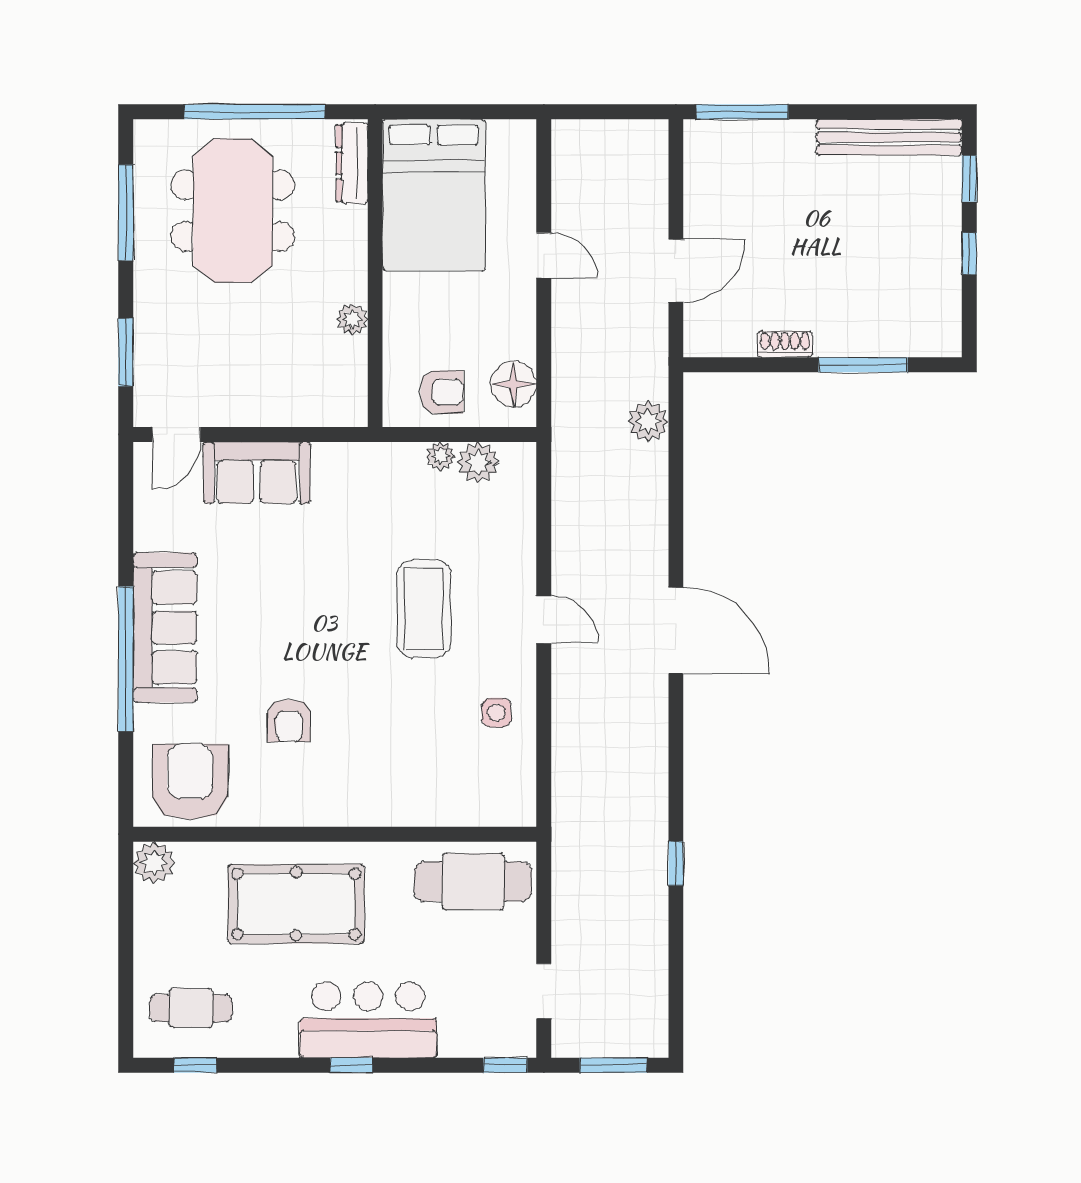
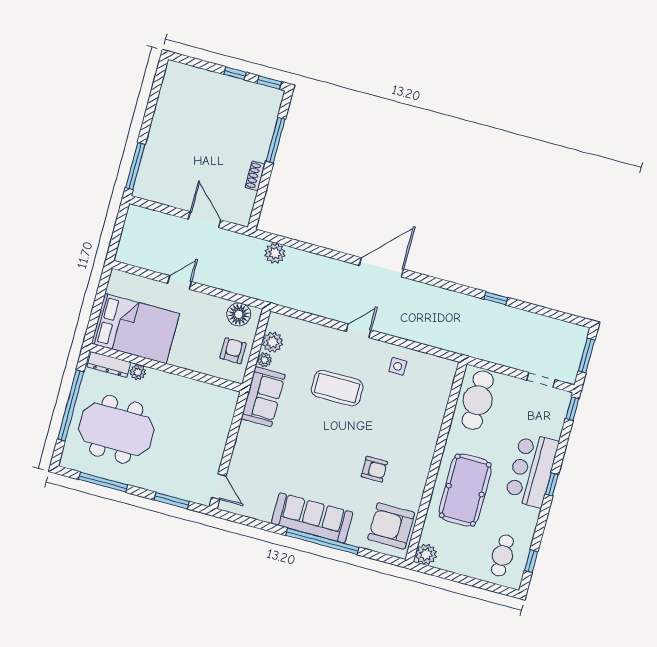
bench: (889, 137) -> (167, 97), removed
window: (969, 178) -> (269, 82), moved
plant: (352, 319) -> (138, 372), moved
sofa: (257, 473) -> (263, 397), moved

